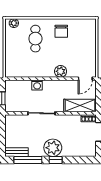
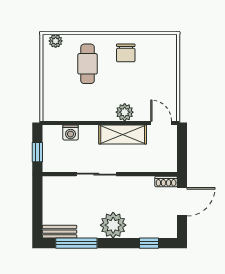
door: (85, 79) -> (161, 123), swing flipped
washing machine: (37, 85) -> (71, 133), moved
shelving: (80, 105) -> (123, 134), moved
window: (56, 160) -> (149, 243), moved

